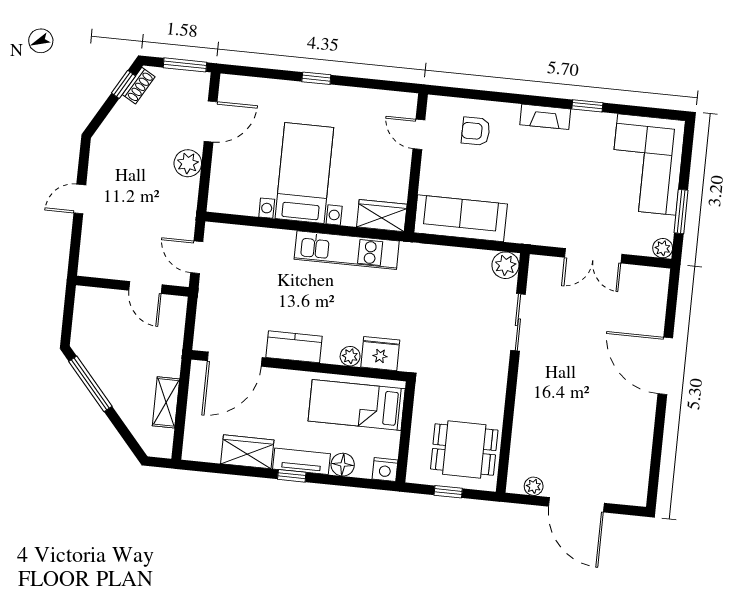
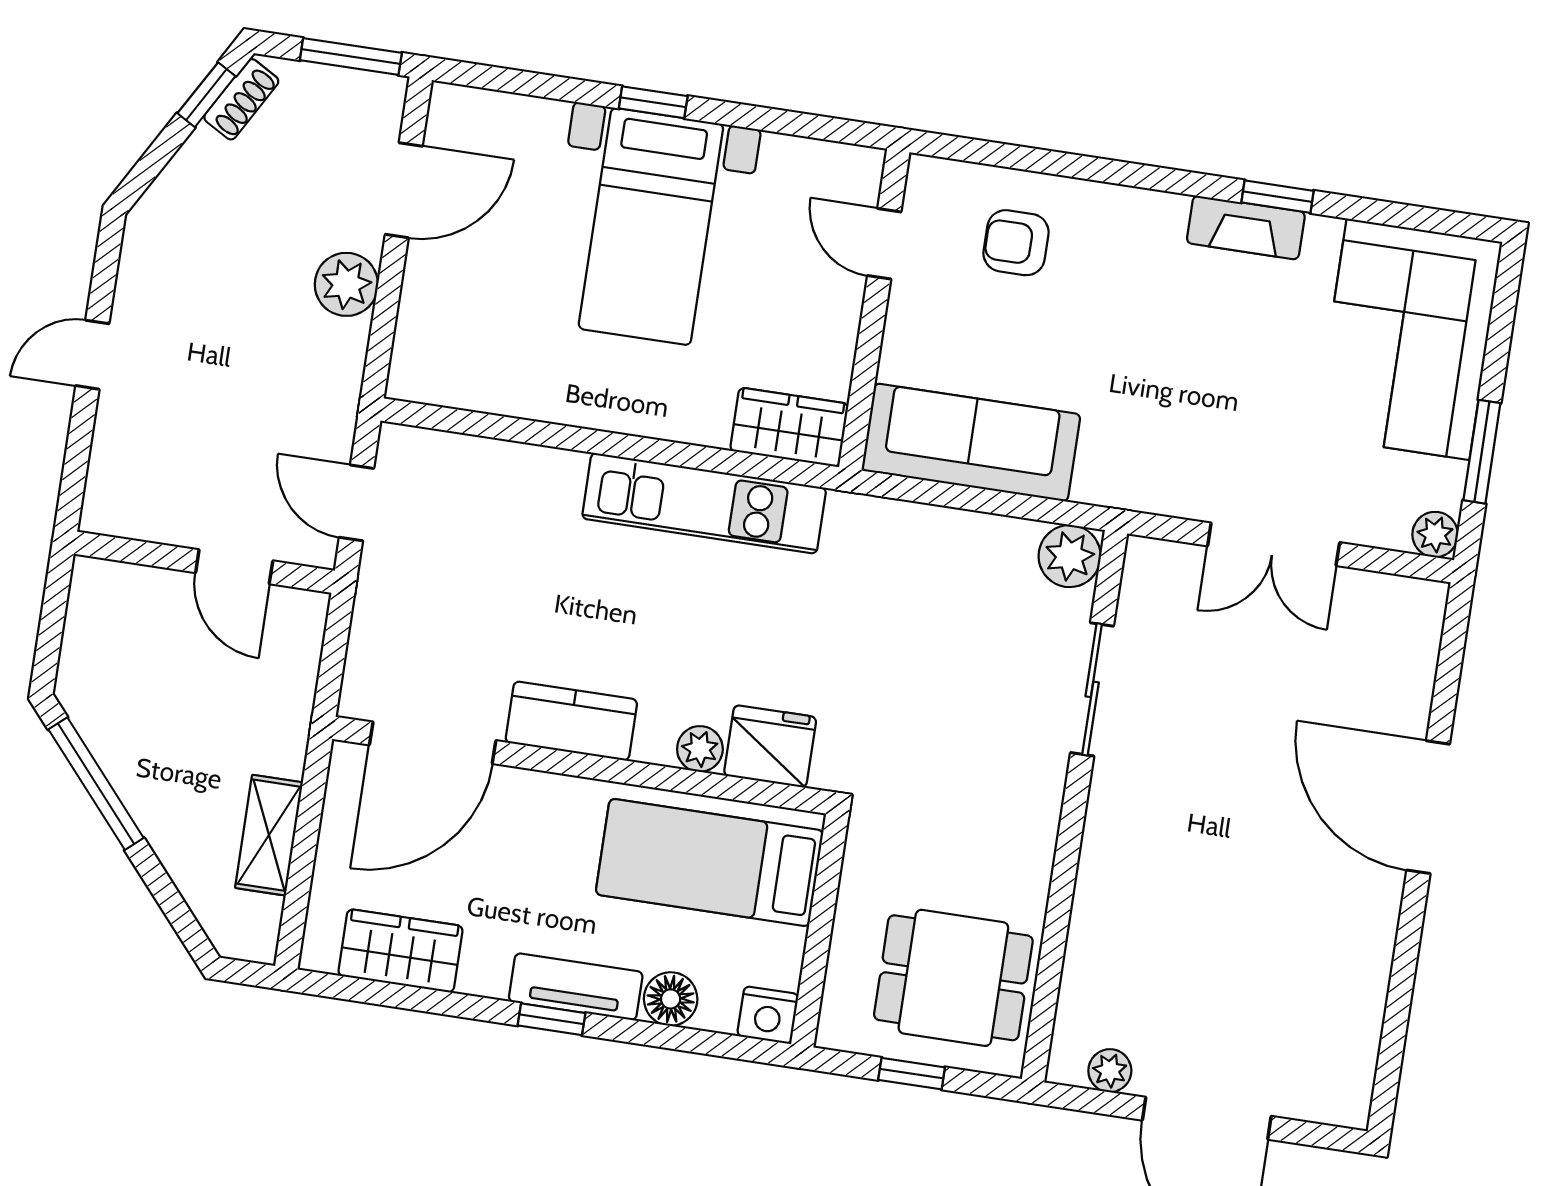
fireplace: (545, 117) -> (1246, 228), moved
bed with nightstands: (304, 173) -> (651, 226), moved, turned 180
wardrobe: (247, 452) -> (400, 951), moved

